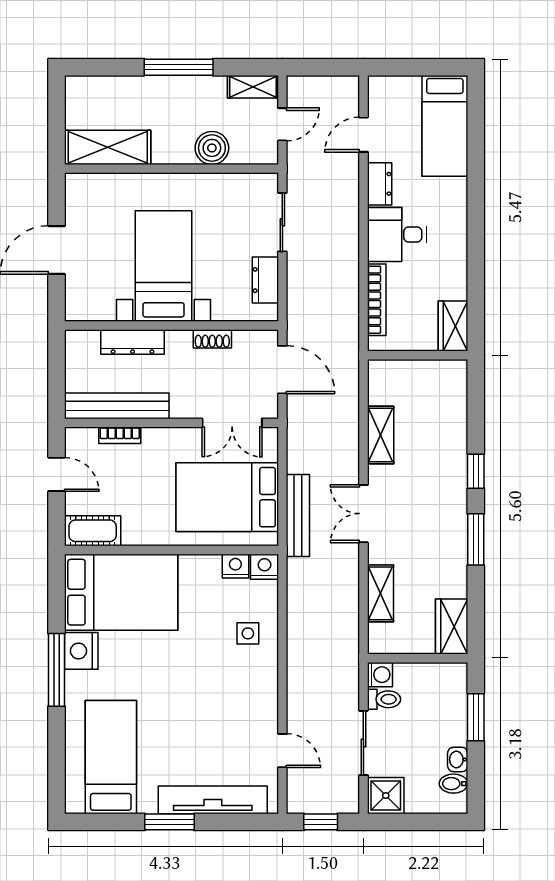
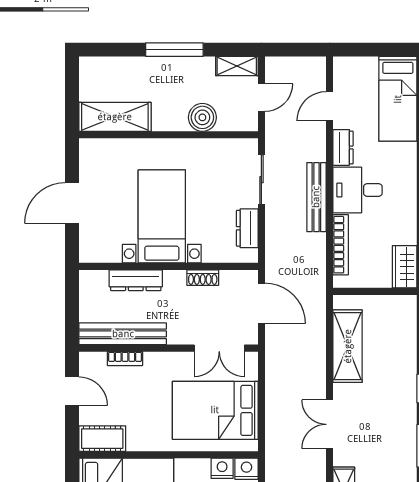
shelving: (381, 435) -> (348, 346), width x1.50, depth x1.33
bench: (298, 515) -> (316, 197), moved

